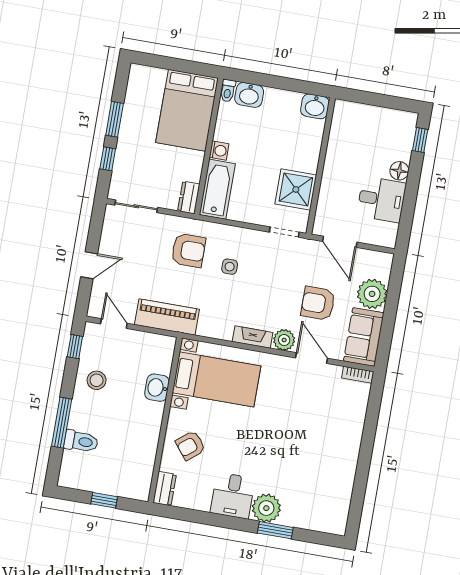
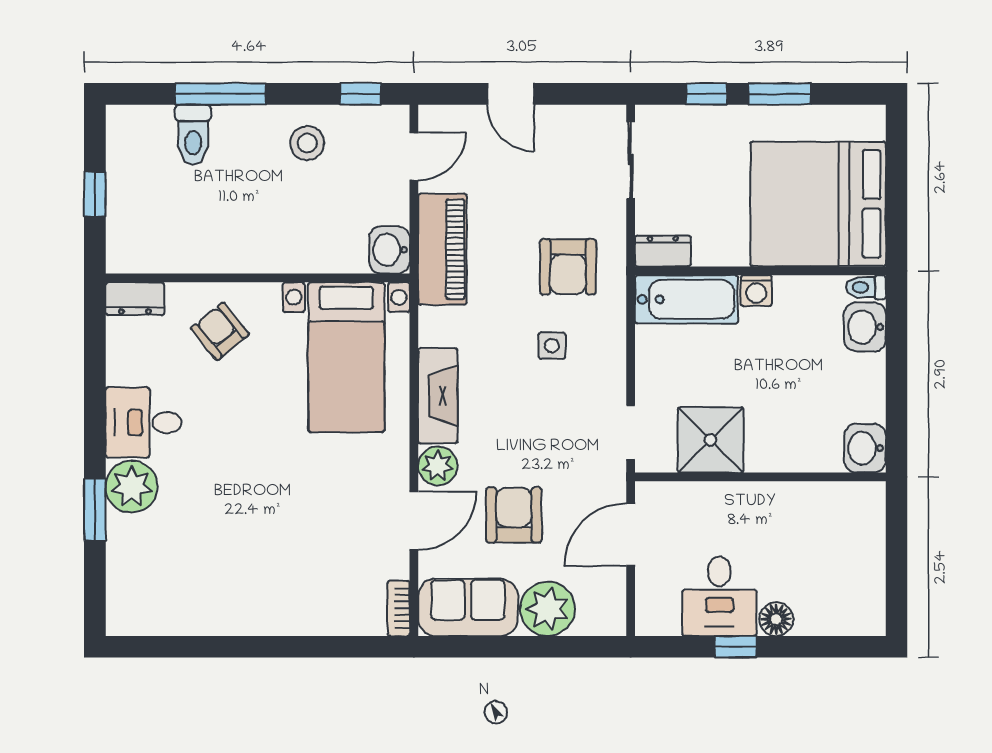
bed: (187, 110) -> (818, 204), width x1.36
window: (420, 140) -> (735, 647), moved
fireplace: (253, 337) -> (438, 396), width x1.37, depth x1.32
washbasin: (157, 388) -> (389, 250), moved, turned -90

